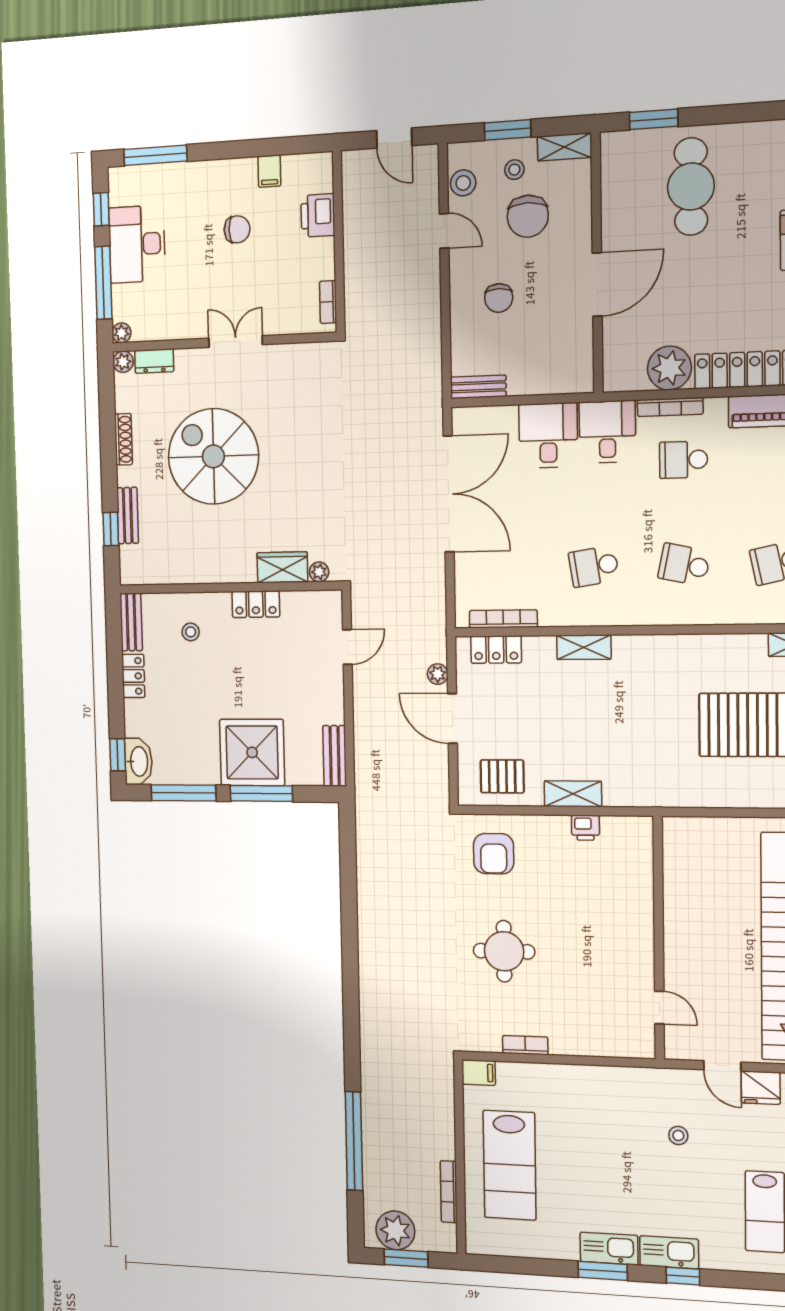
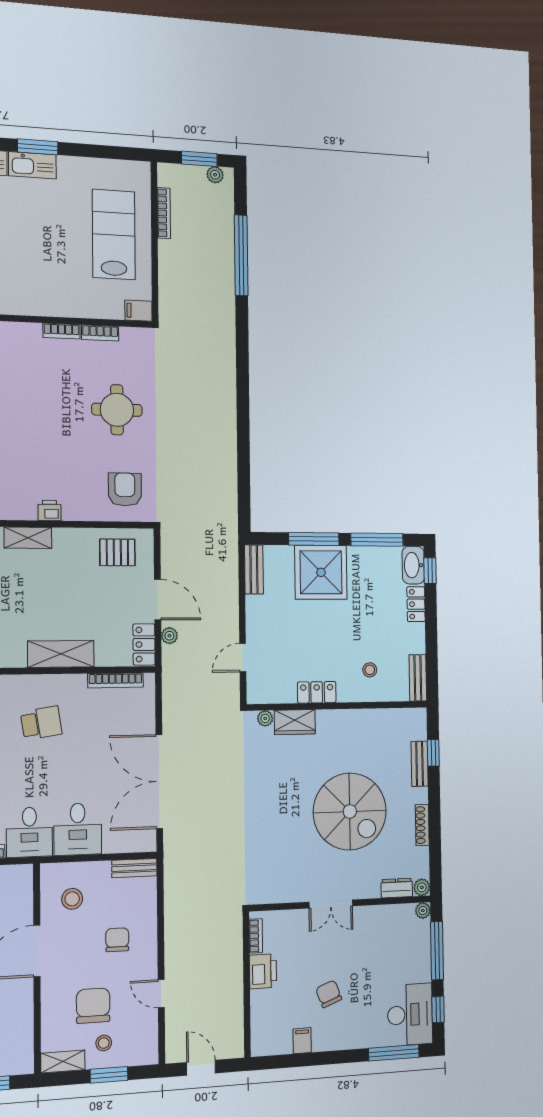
stool: (463, 183) -> (72, 899), moved
printer: (318, 215) -> (263, 971), moved
chair: (237, 229) -> (329, 994), turned 69
desk: (137, 244) -> (410, 1015), moved
shelving: (584, 647) -> (61, 654), width x1.50, depth x1.33
locker: (496, 650) -> (144, 644), moved, turned -90
locker: (133, 676) -> (416, 604), moved
shelving: (573, 794) -> (28, 538), moved
bookcase: (572, 1047) -> (62, 331), added
plant: (395, 1230) -> (215, 175), width x0.53, depth x0.53

